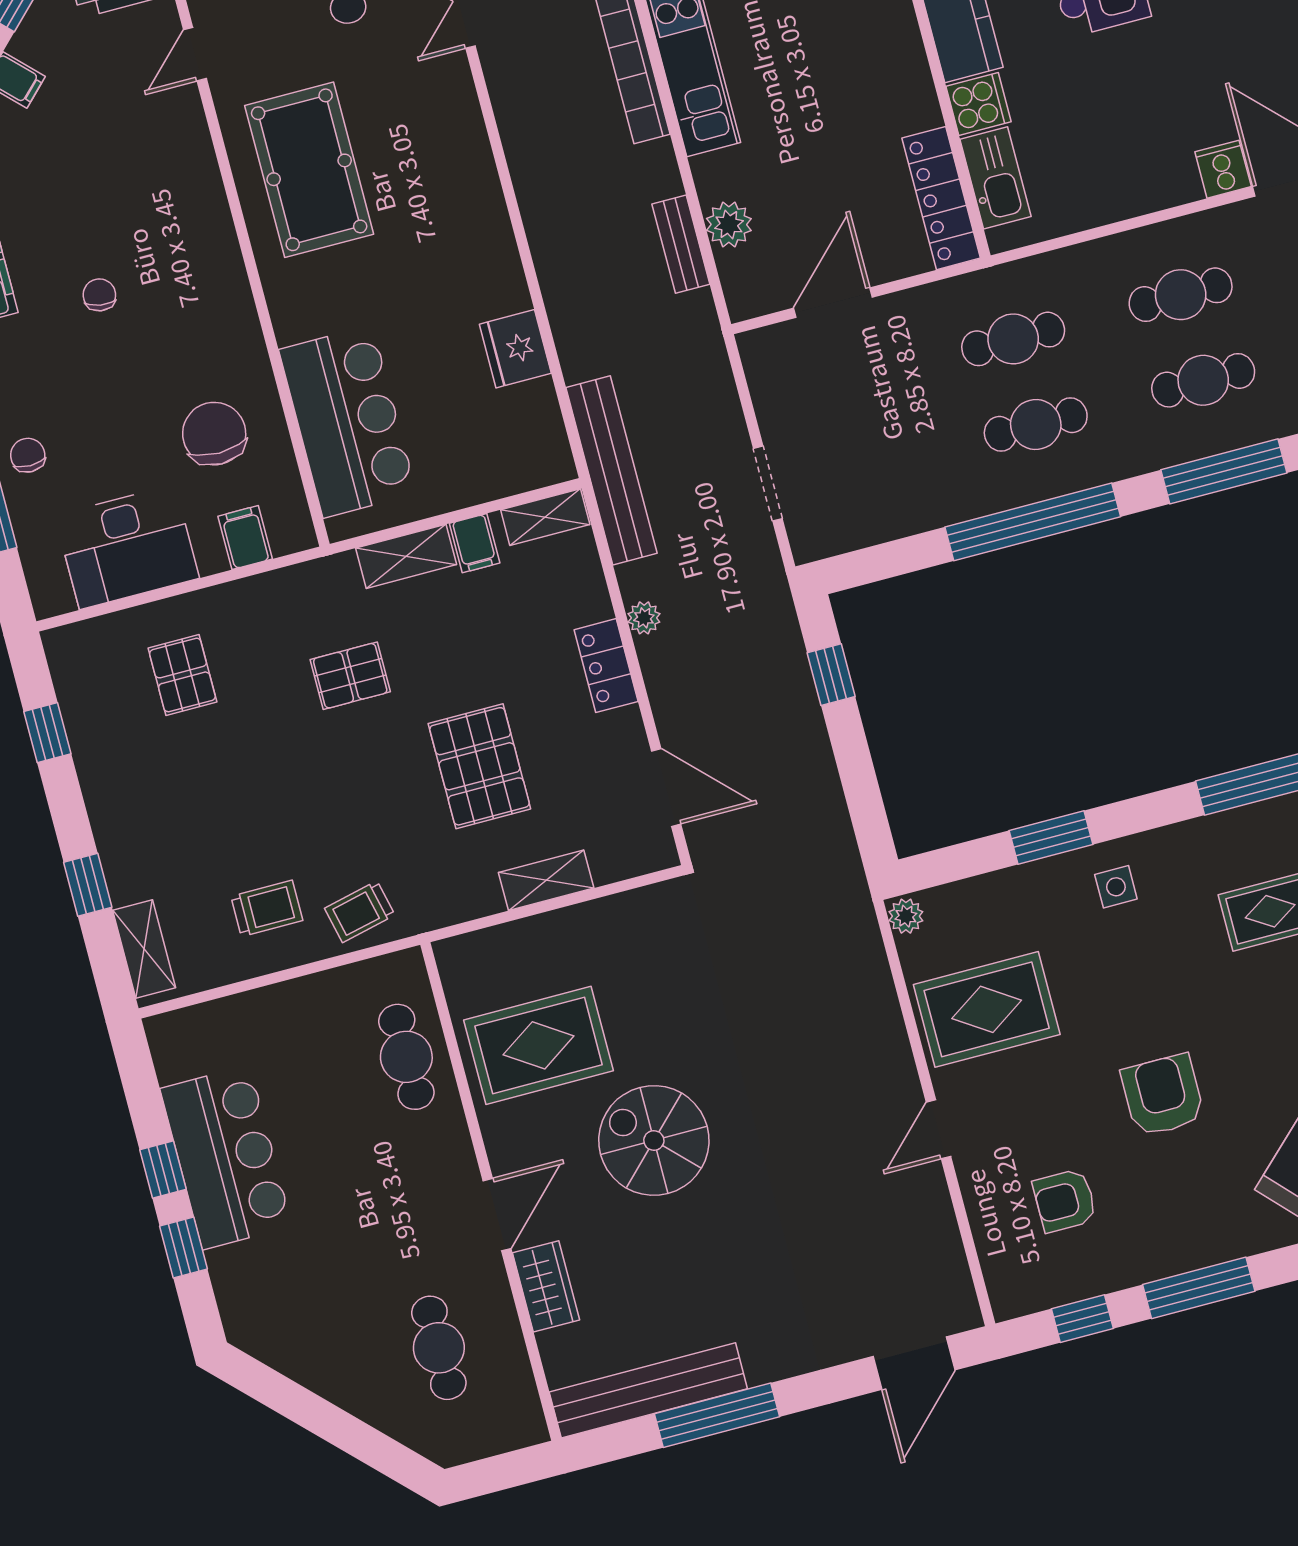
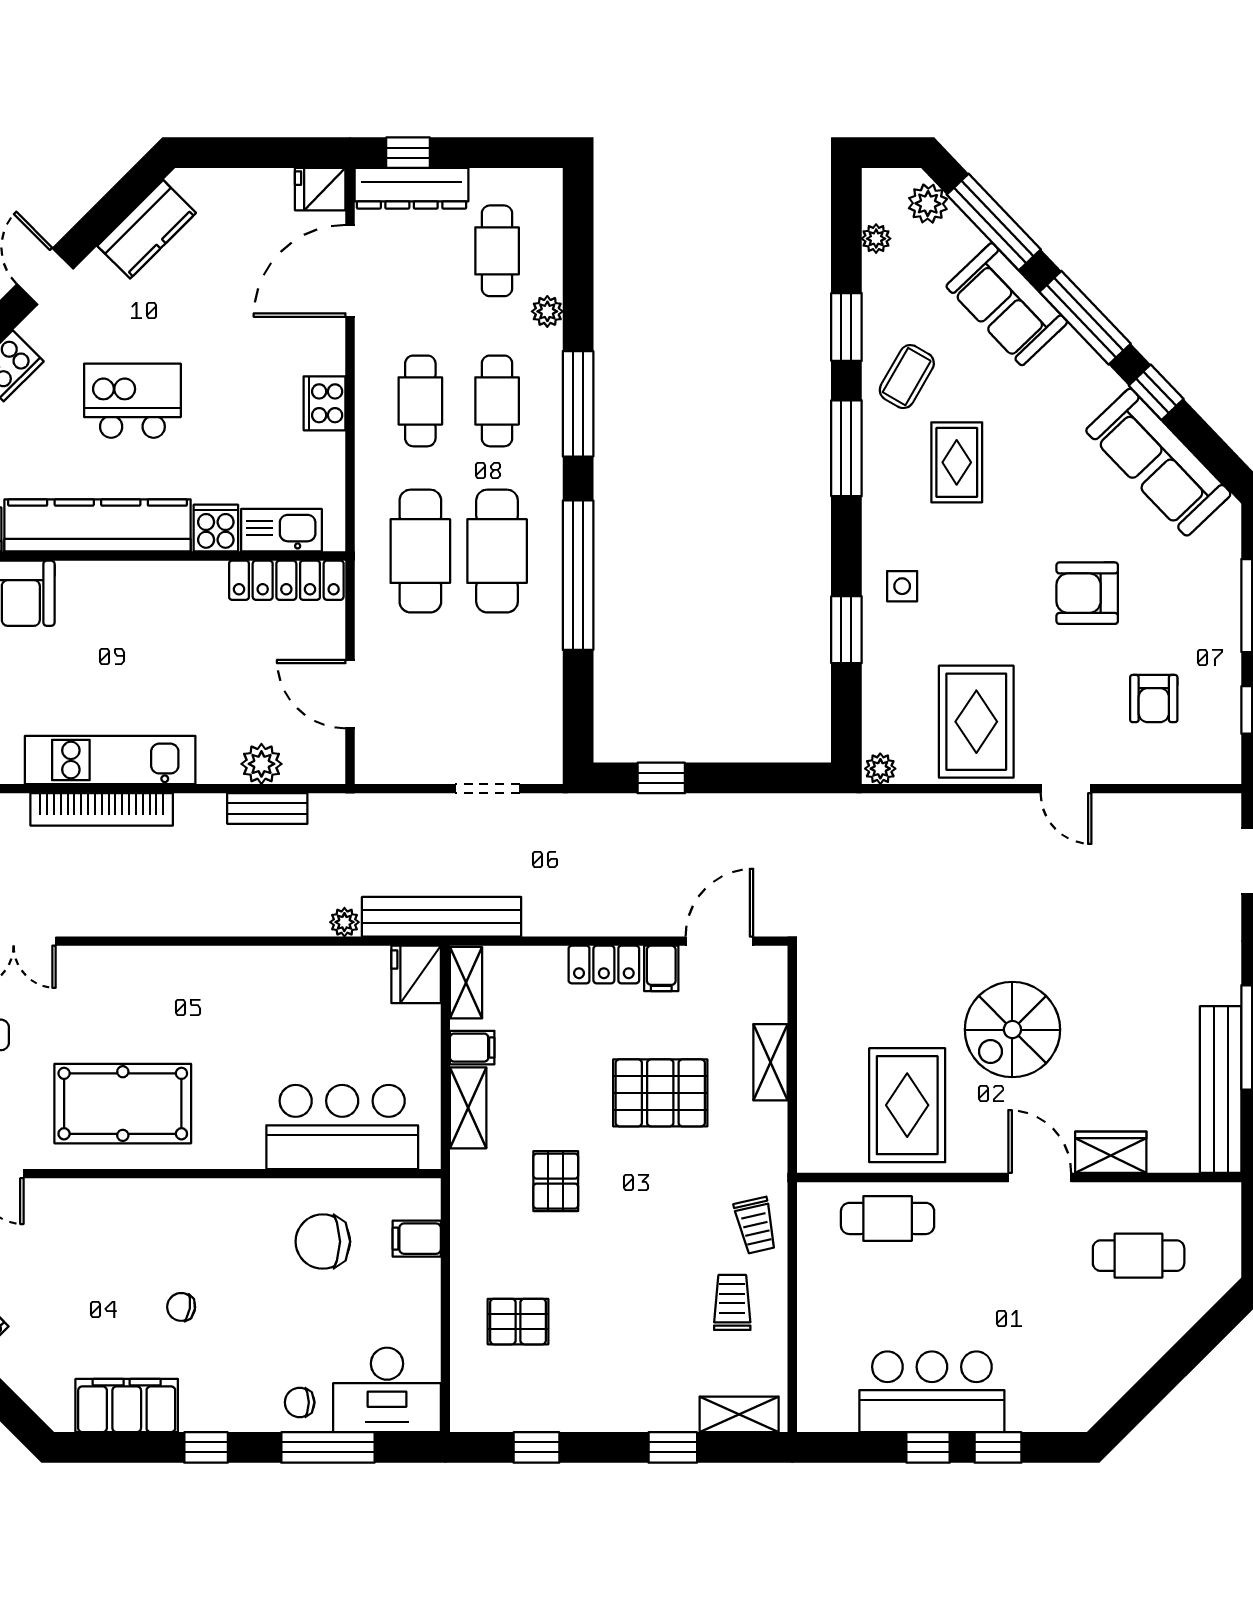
cooker: (1223, 169) -> (325, 403), moved, width x1.36
cafe table: (1013, 339) -> (420, 551), width x1.37, depth x1.35
fridge: (515, 349) -> (416, 974), moved, turned 90
cafe table: (1036, 425) -> (497, 551), width x1.37, depth x1.35
desk: (127, 547) -> (387, 1390), moved, turned 90
plant: (644, 618) -> (344, 922), moved
filing cabinet: (619, 731) -> (661, 968), added

